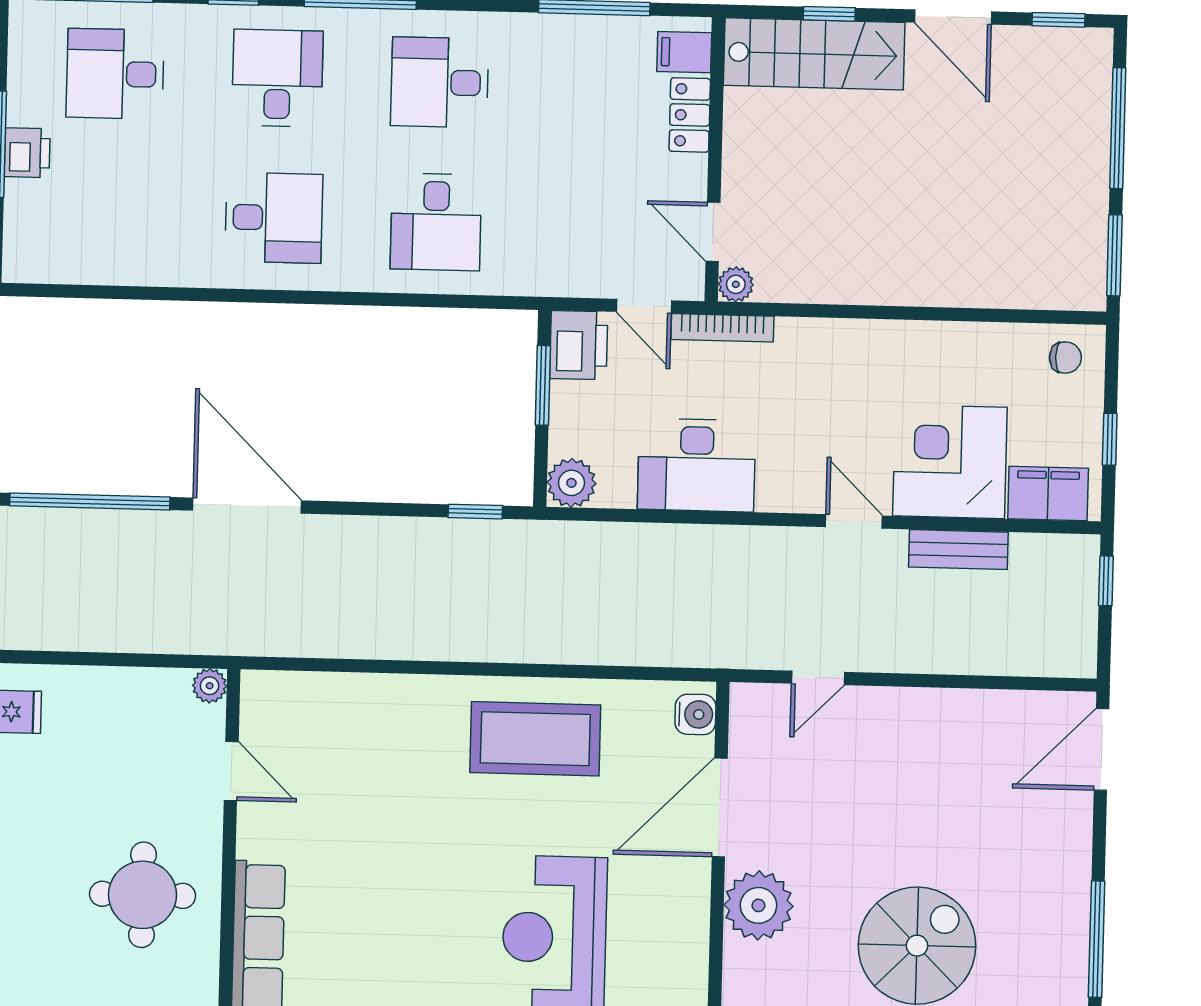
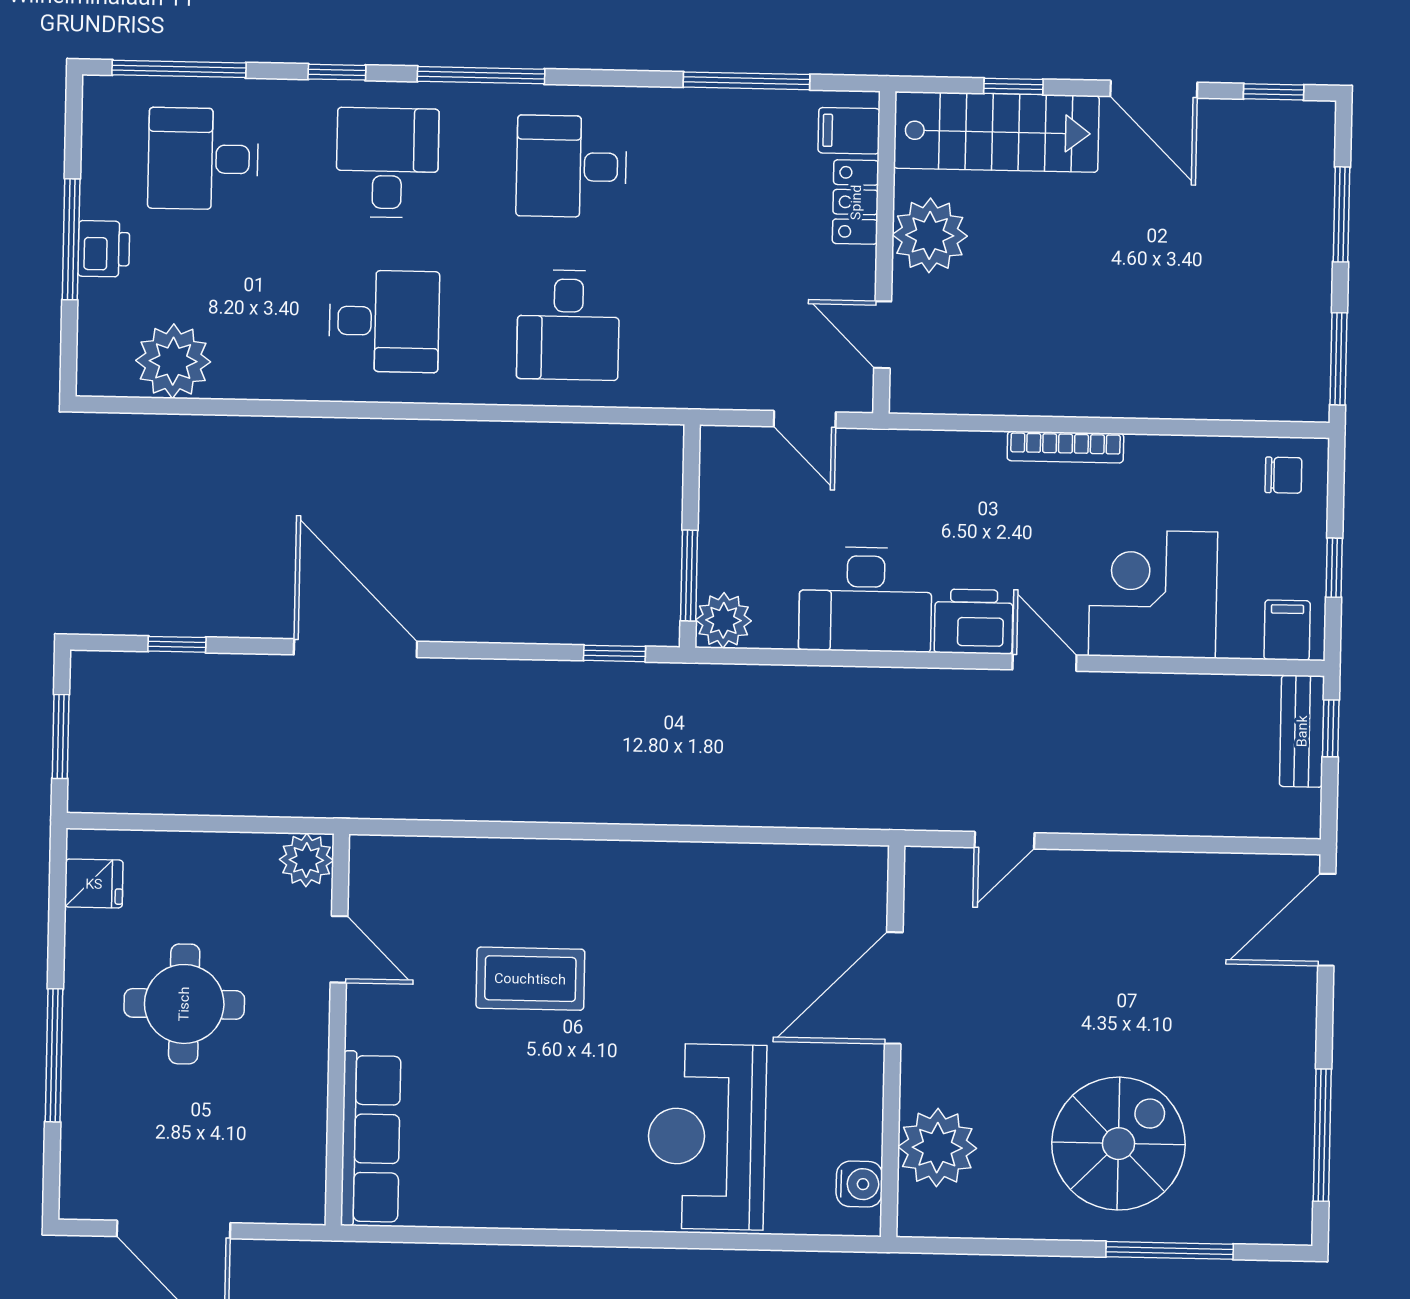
window: (1118, 128) -> (1342, 214), width x0.69
plant: (88, 252) -> (173, 361), added
plant: (736, 284) -> (930, 235), moved, width x1.88, depth x1.88
bookcase: (722, 328) -> (1065, 447), moved
printer: (579, 345) -> (974, 621), moved, turned -90
window: (543, 385) -> (689, 576), moved
filing cabinet: (1048, 494) -> (1287, 630), width x0.50
window: (90, 501) -> (177, 644), width x0.32
bench: (958, 550) -> (1302, 731), moved, turned 90
plant: (210, 686) -> (306, 860), width x1.38, depth x1.38
water cooler: (695, 714) -> (859, 1184), moved
coffee table: (535, 739) -> (530, 979), moved, width x0.73, depth x0.76
round table: (143, 895) -> (184, 1004), moved
plant: (758, 905) -> (937, 1148), moved

